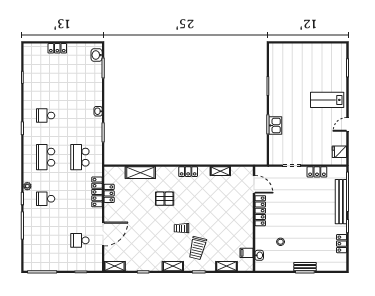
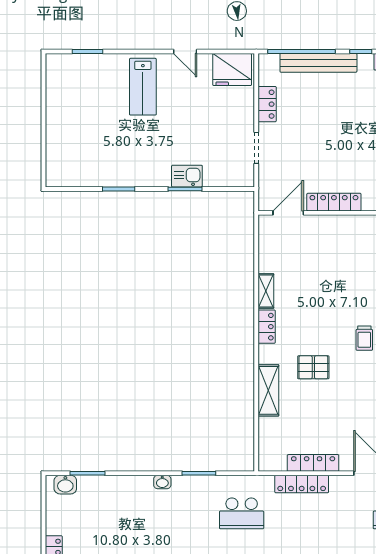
fridge: (339, 152) -> (232, 70), width x1.88, depth x1.34
shelving: (220, 171) -> (266, 291), moved
shelving: (140, 173) -> (268, 390), moved
locker: (109, 193) -> (313, 463), width x1.53
pallet: (165, 199) -> (313, 367), turned 90

